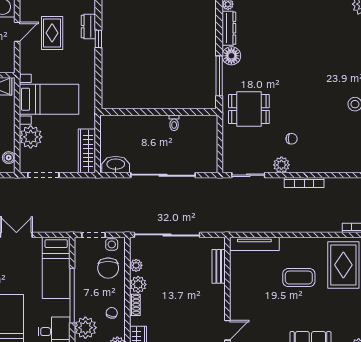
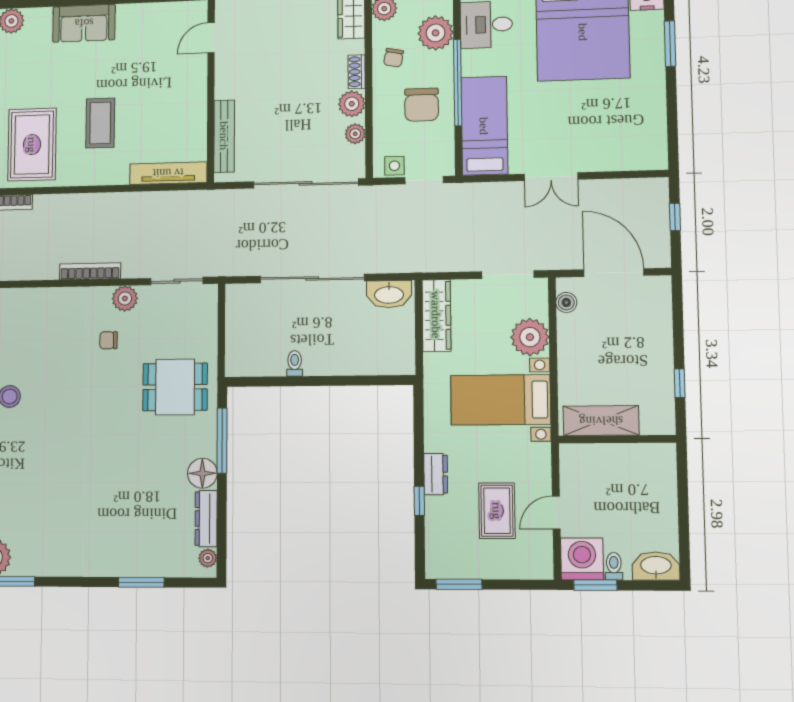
dresser: (88, 27) -> (436, 474), moved
bench: (219, 266) -> (224, 136), width x1.36
chair: (108, 268) -> (422, 105), moved, turned 180
coffee table: (299, 278) -> (100, 123), turned 90

